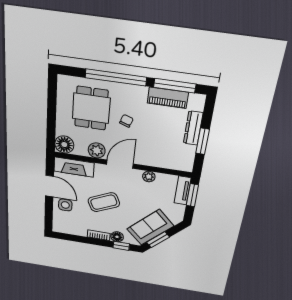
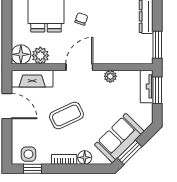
window: (203, 141) -> (157, 45), moved
plant: (97, 150) -> (40, 56), moved
side table: (65, 205) -> (28, 154), moved
window: (121, 246) -> (32, 169), moved

